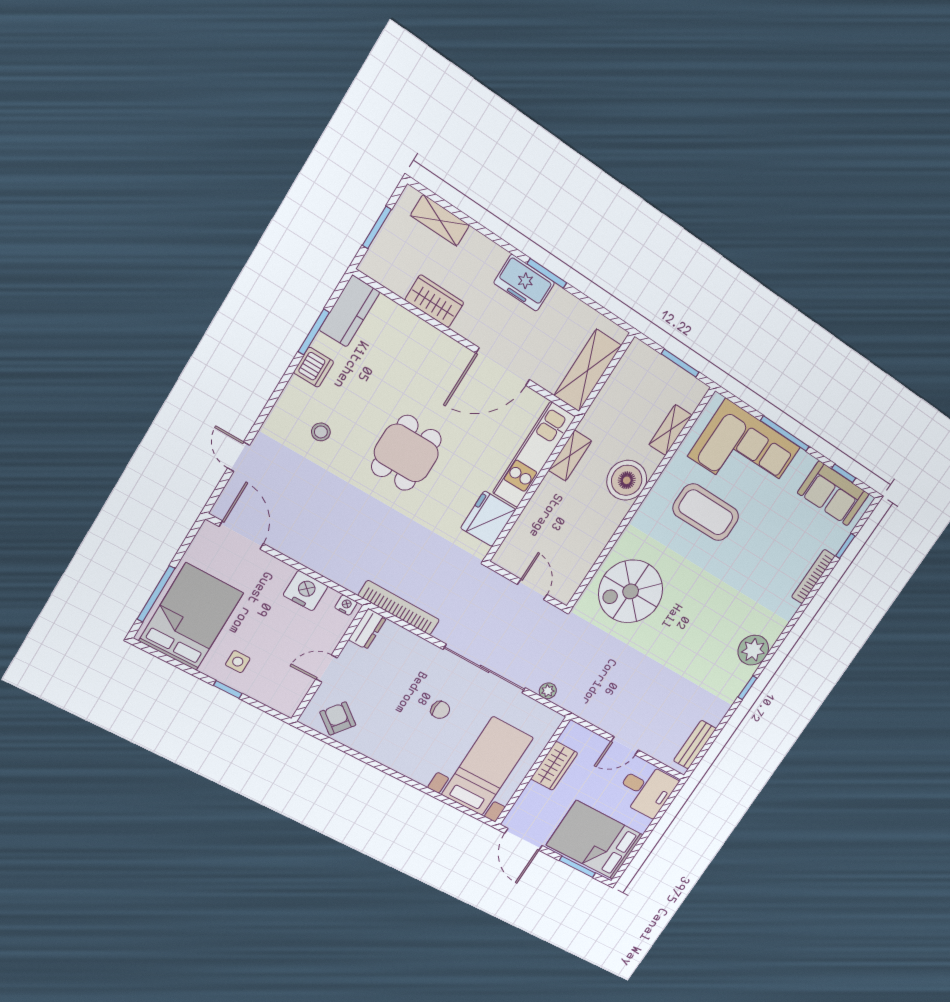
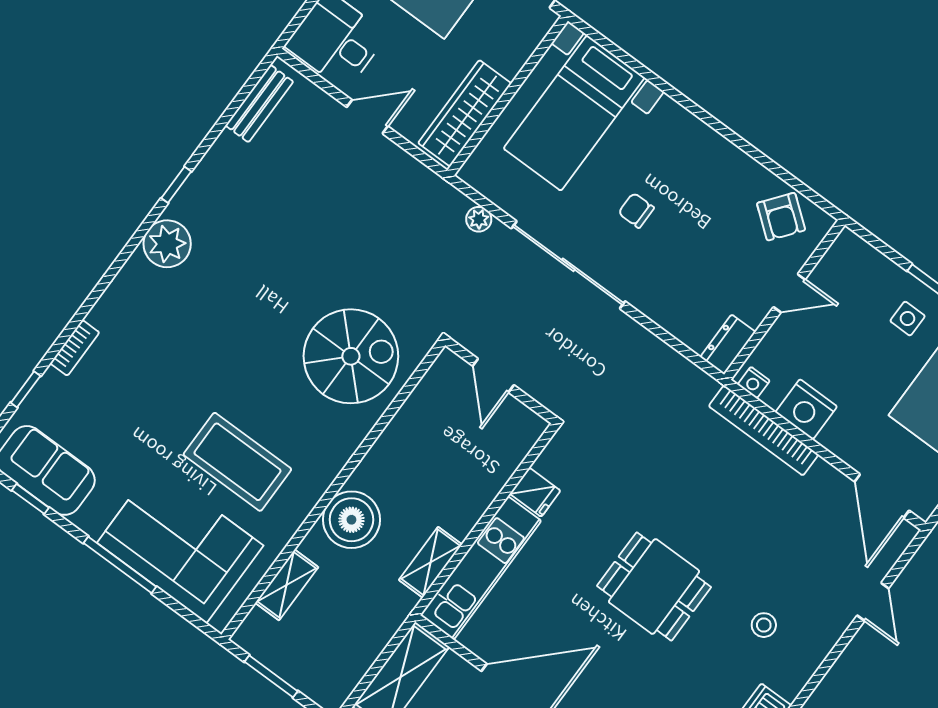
dining table: (406, 453) -> (654, 586), turned 90
fridge: (488, 519) -> (535, 492), width x0.53, depth x0.75
bookcase: (813, 576) -> (75, 348), width x0.64
bookcase: (399, 608) -> (764, 430), moved
wardrobe: (554, 766) -> (465, 113), width x1.50

